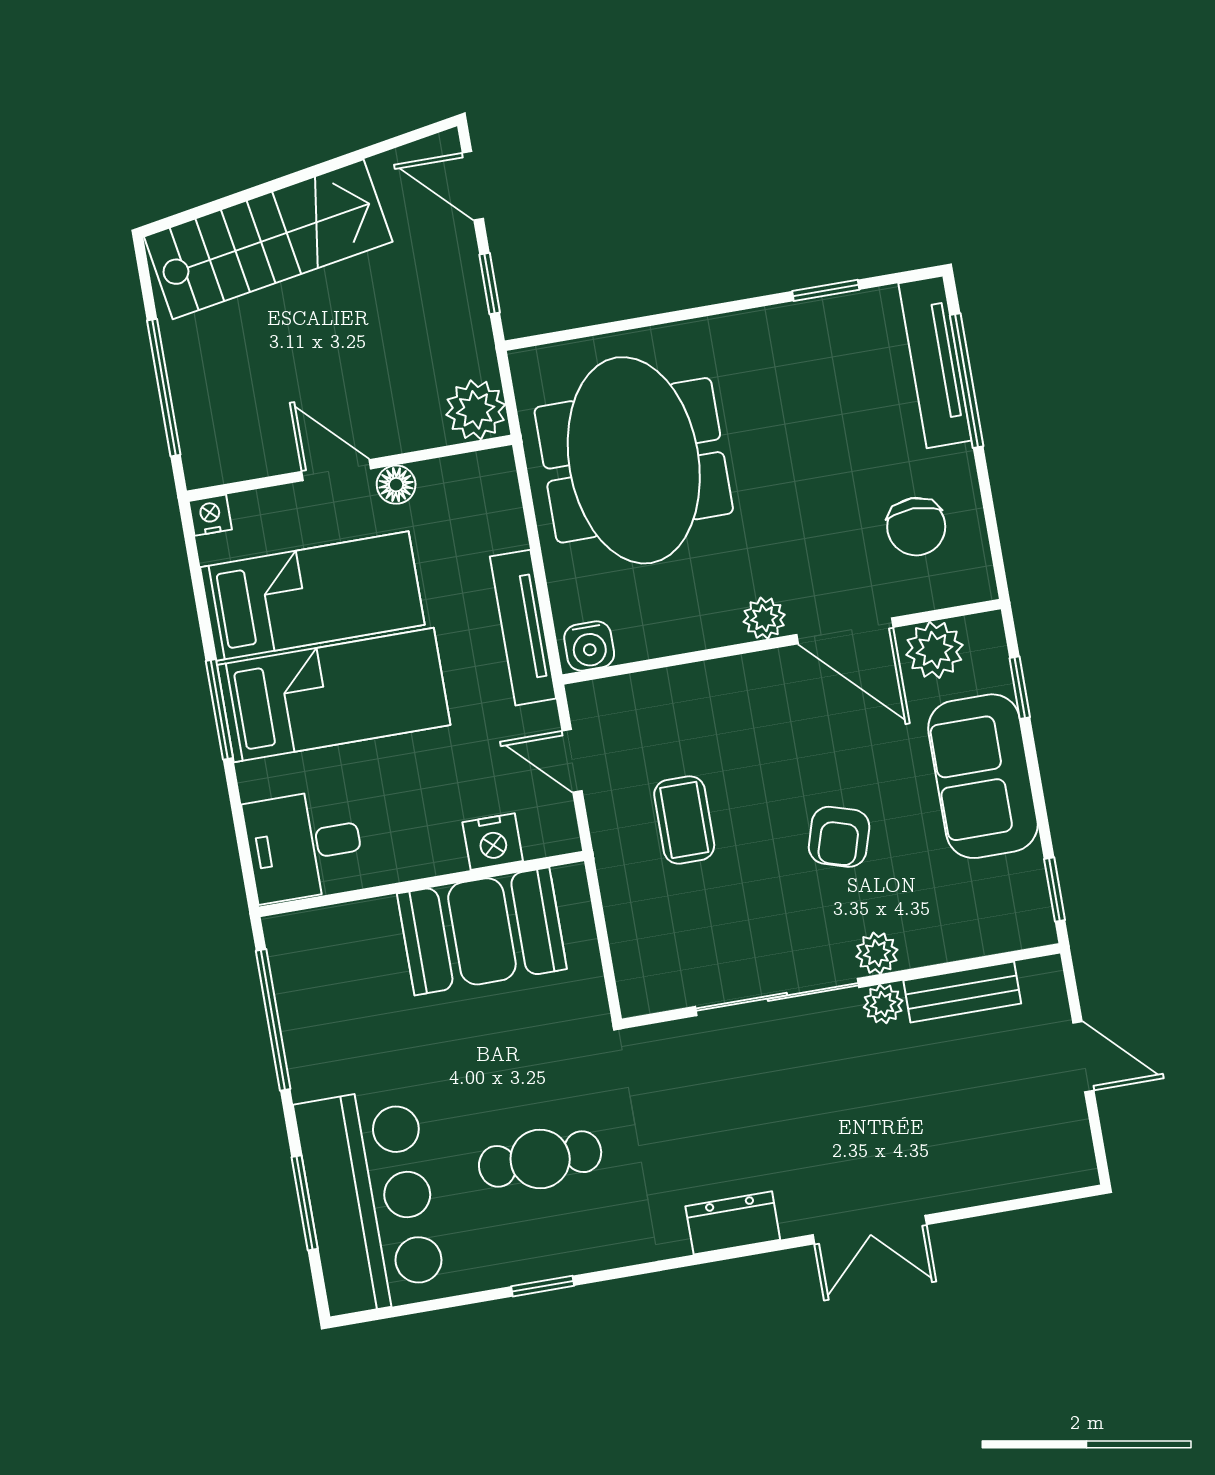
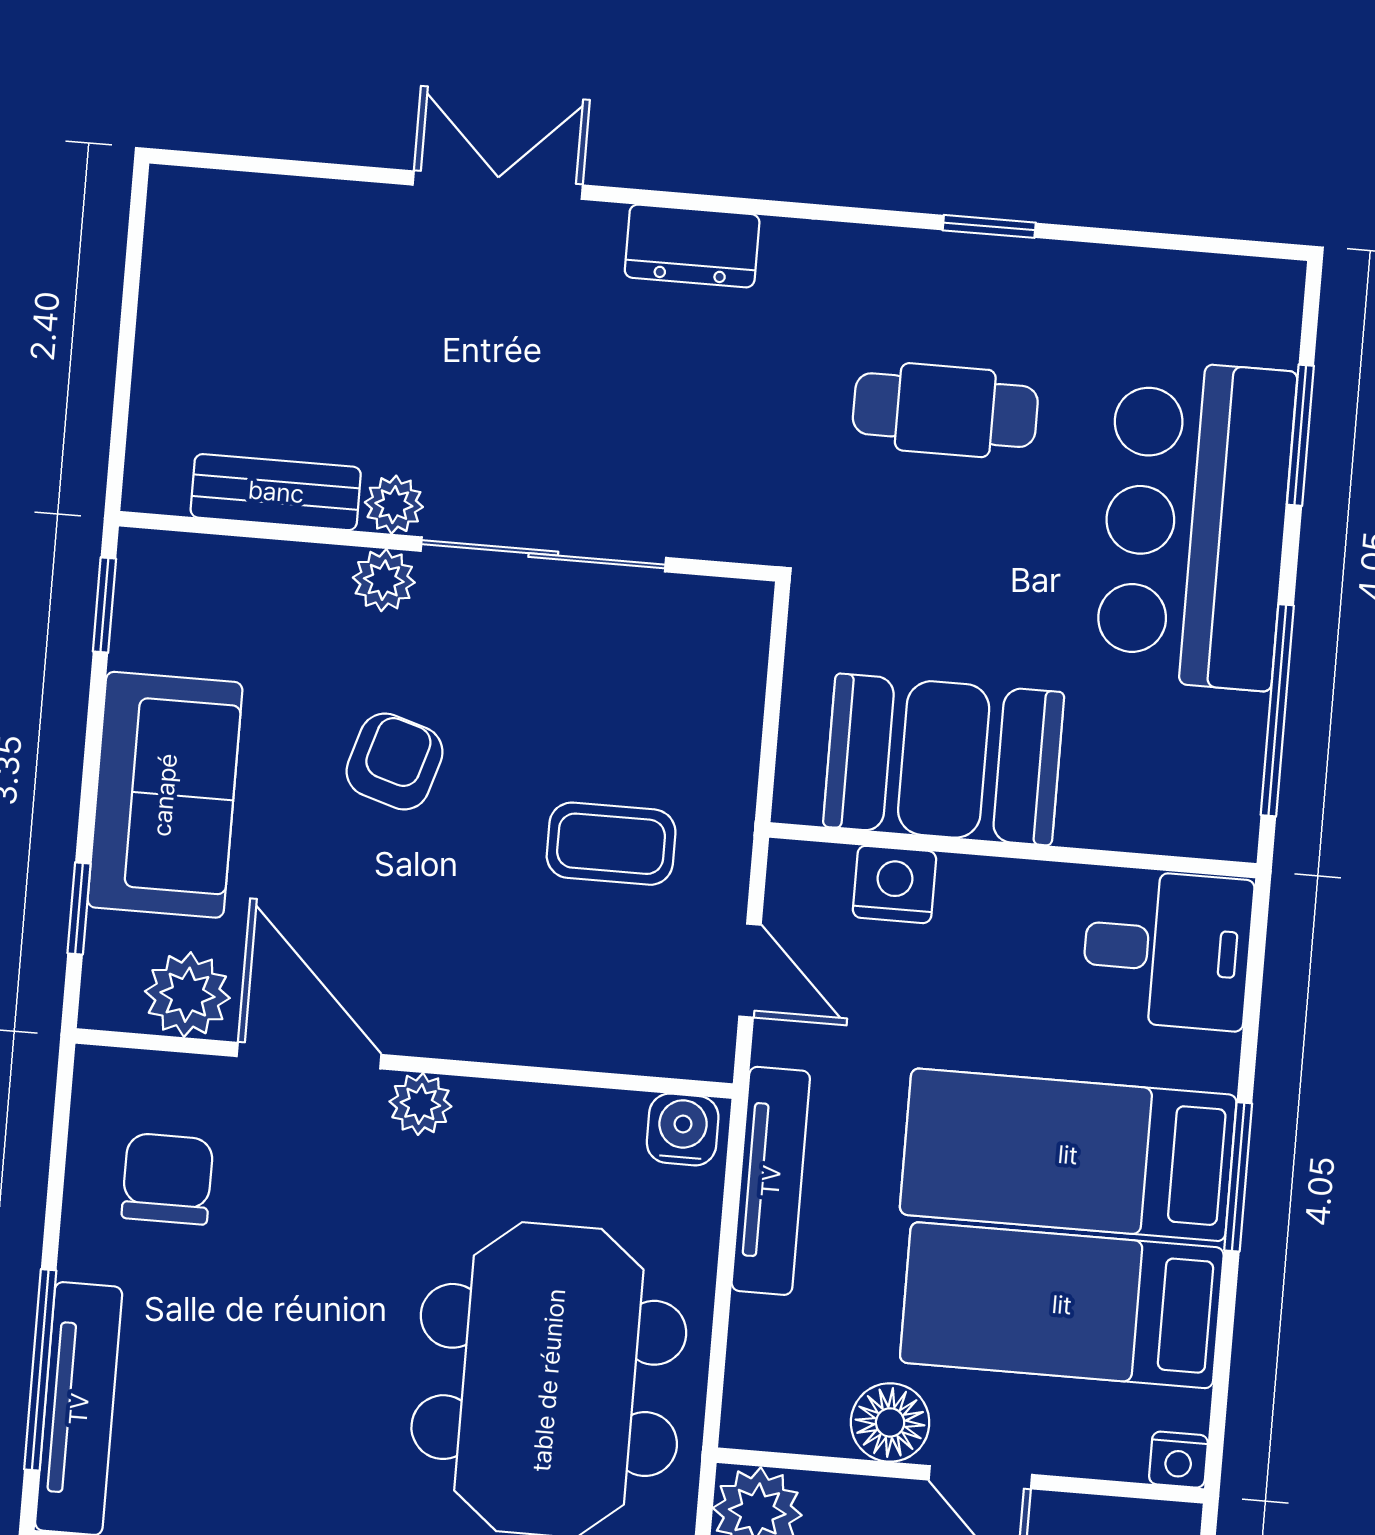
floor lamp: (396, 485) -> (890, 1422), width x1.37, depth x1.37
coffee table: (684, 820) -> (611, 844), turned 90
door: (1083, 1057) -> (126, 354), removed
bar counter: (371, 1201) -> (1196, 524), moved

